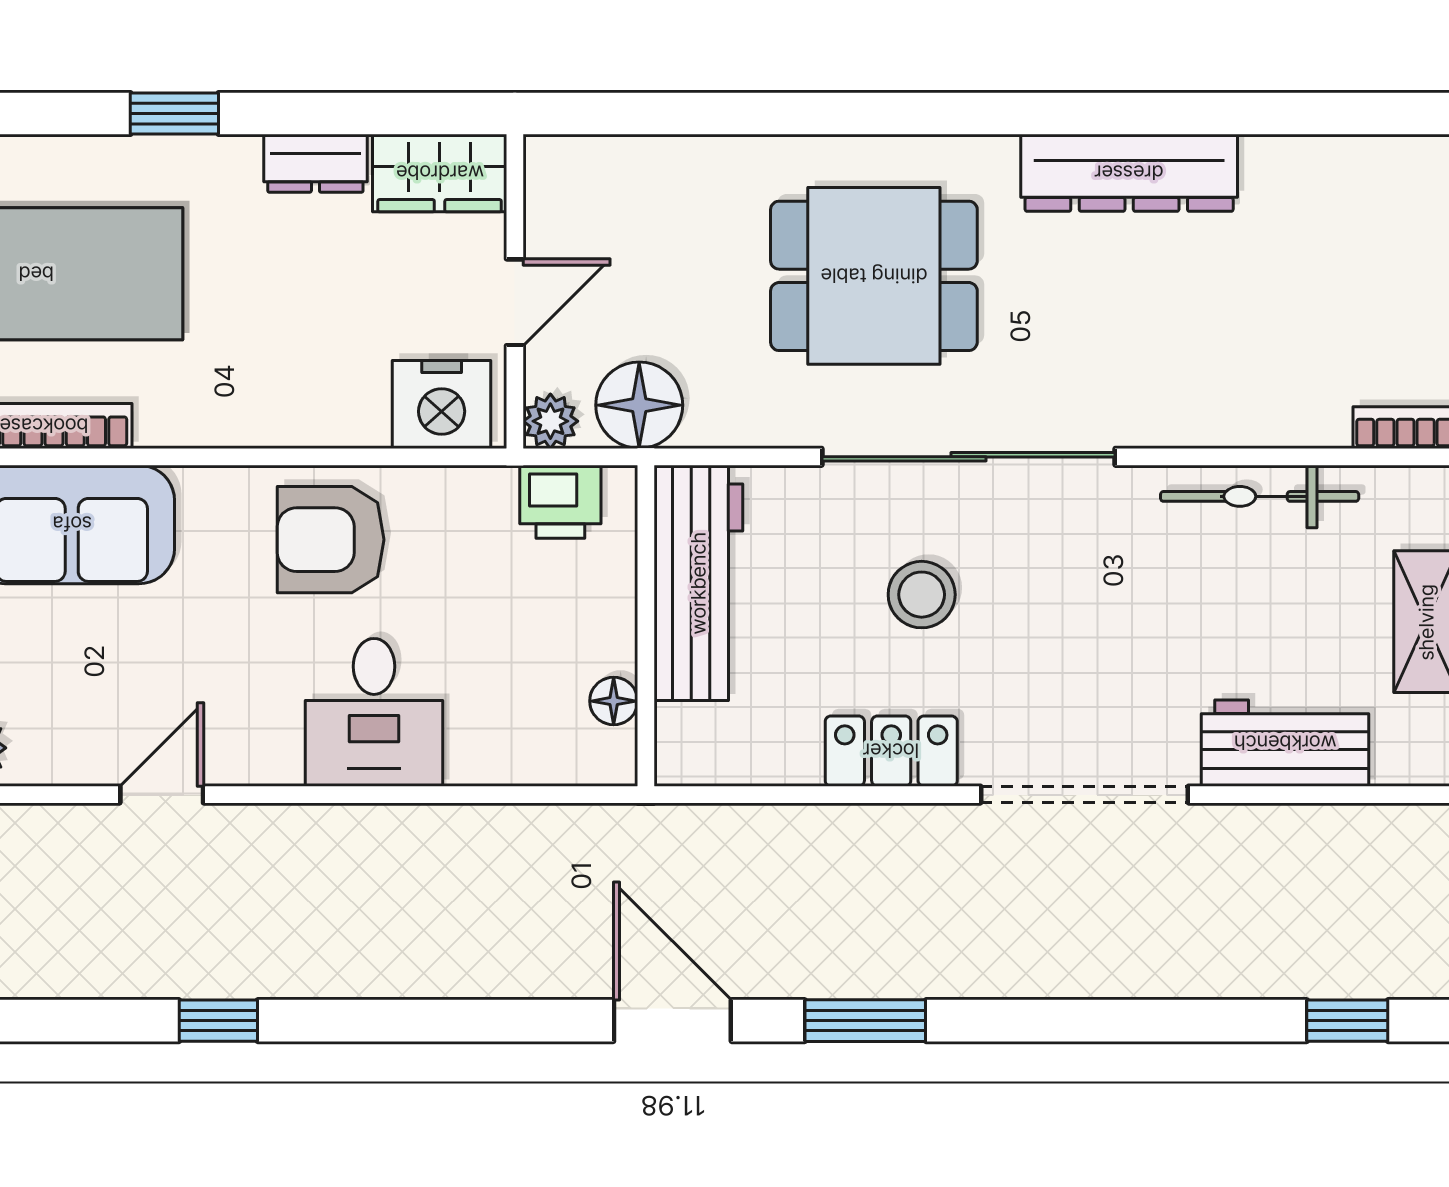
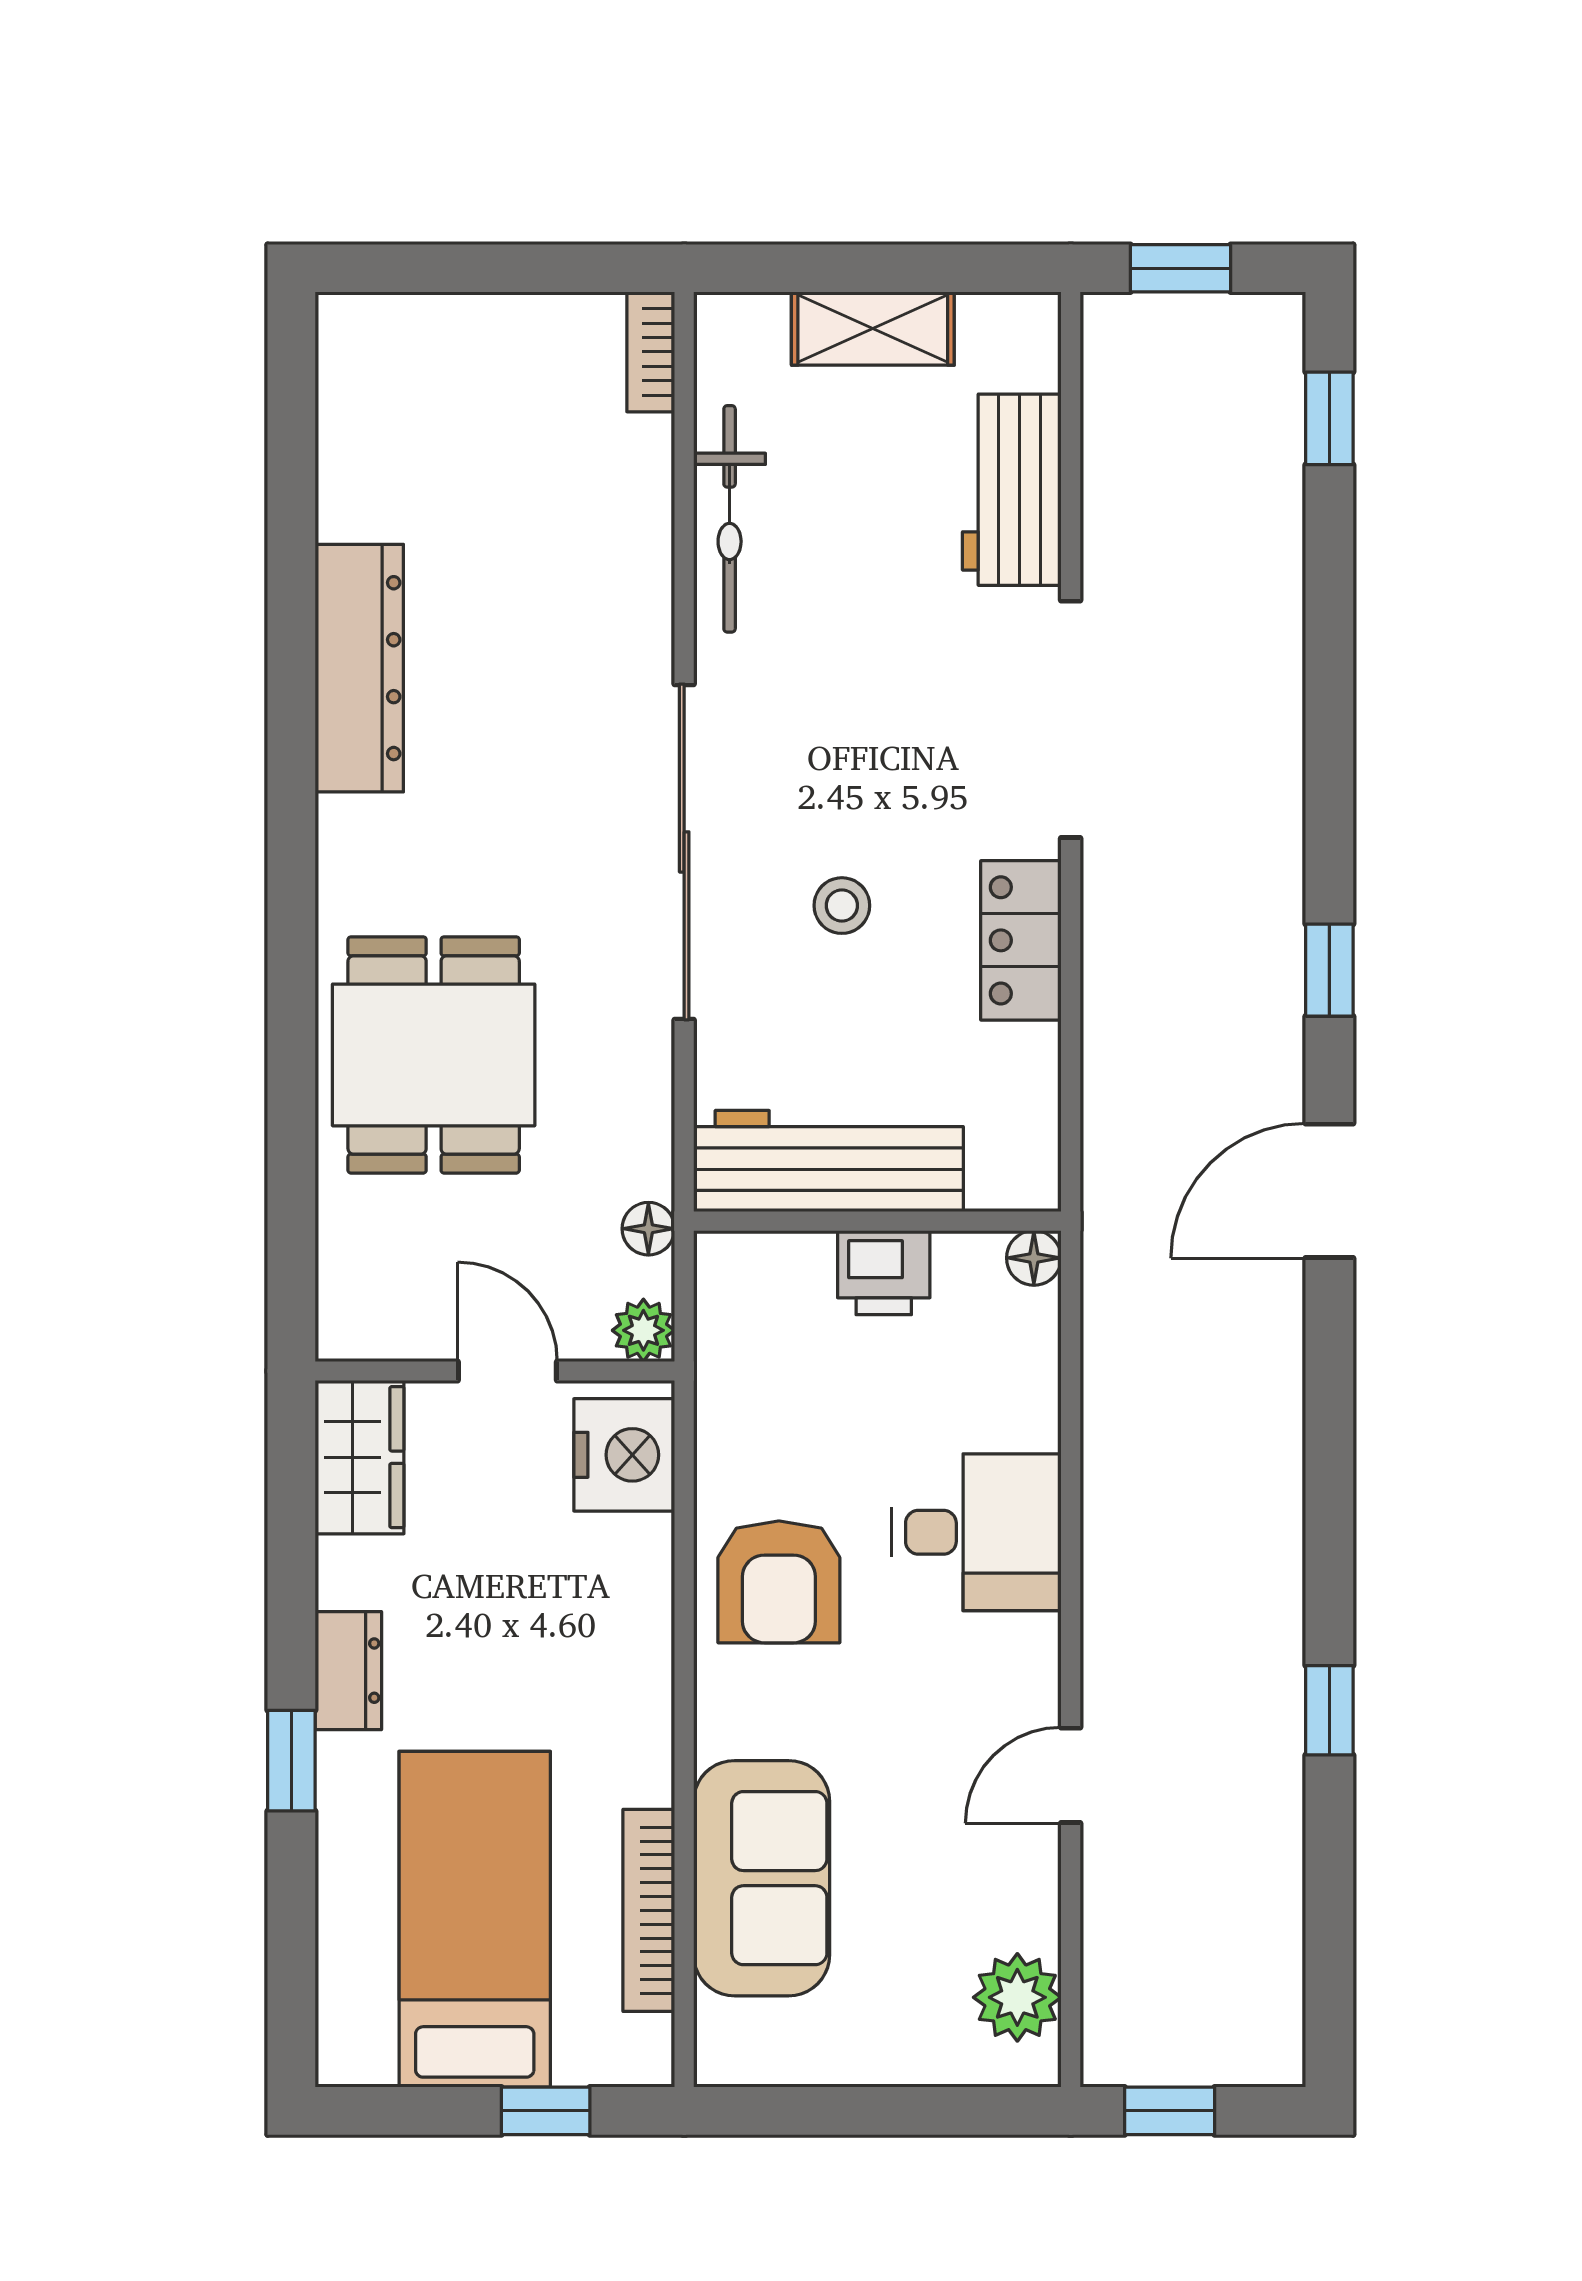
dresser: (315, 163) -> (348, 1671), moved
dining table: (874, 276) -> (434, 1055), moved
floor lamp: (639, 405) -> (648, 1229), width x0.53, depth x0.53
printer: (560, 502) -> (884, 1273), moved, turned 90
stool: (922, 595) -> (842, 906), width x0.73, depth x0.73
floor lamp: (614, 701) -> (1034, 1258), moved
door: (162, 795) -> (1071, 1775), hinge flipped
window: (865, 1021) -> (1329, 970), width x0.67

